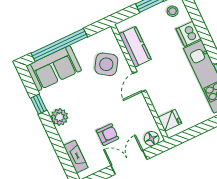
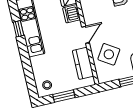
dishwasher: (189, 34) -> (72, 14), moved, turned 180

